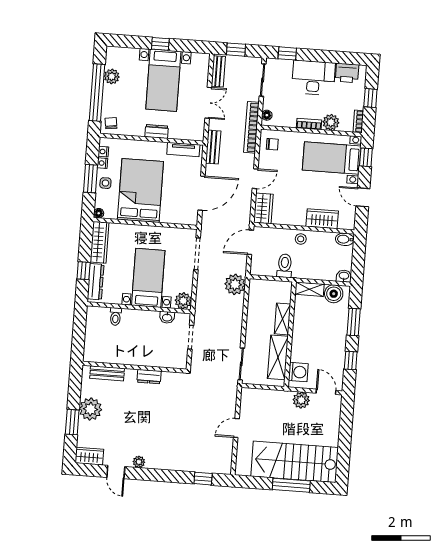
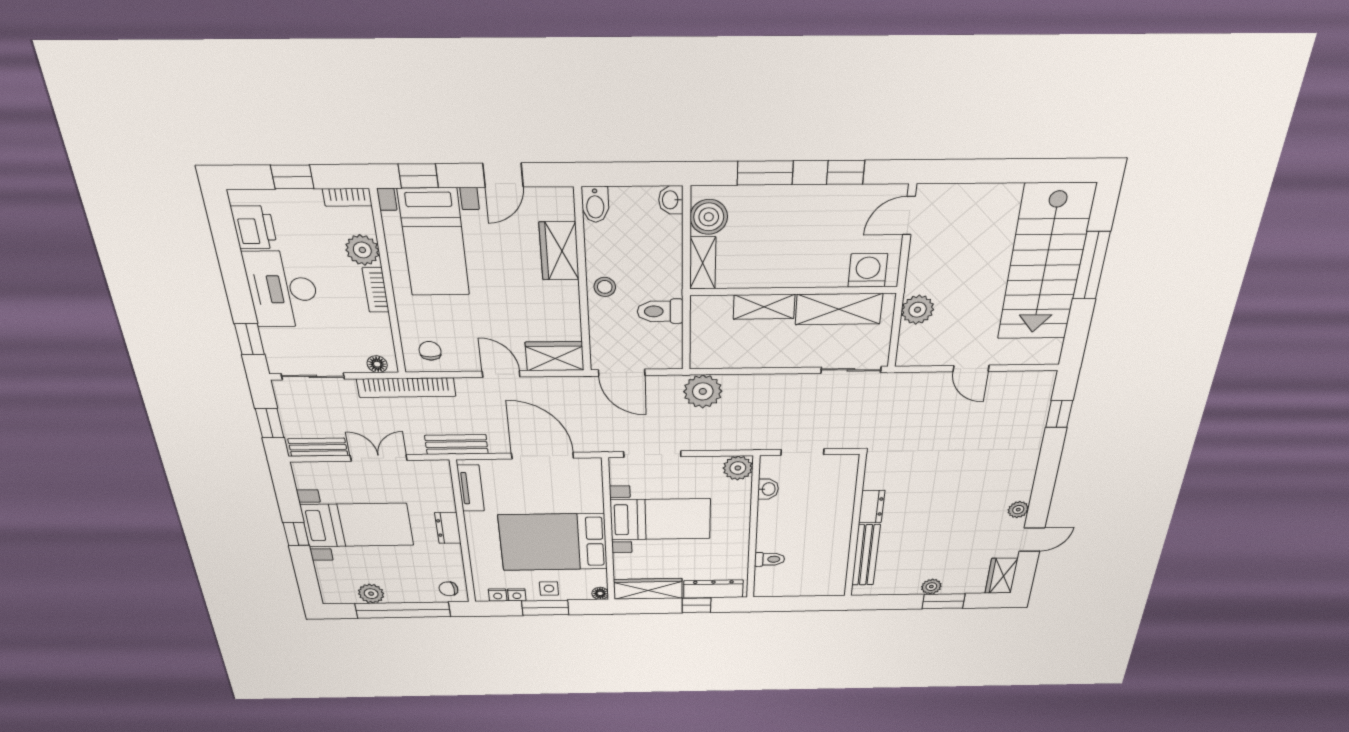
bed with nightstands: (148, 278) -> (661, 519), moved, turned 180
bench: (107, 373) -> (866, 555), width x1.36
plant: (301, 400) -> (918, 310), moved
plant: (91, 409) -> (931, 587), width x0.53, depth x0.53

